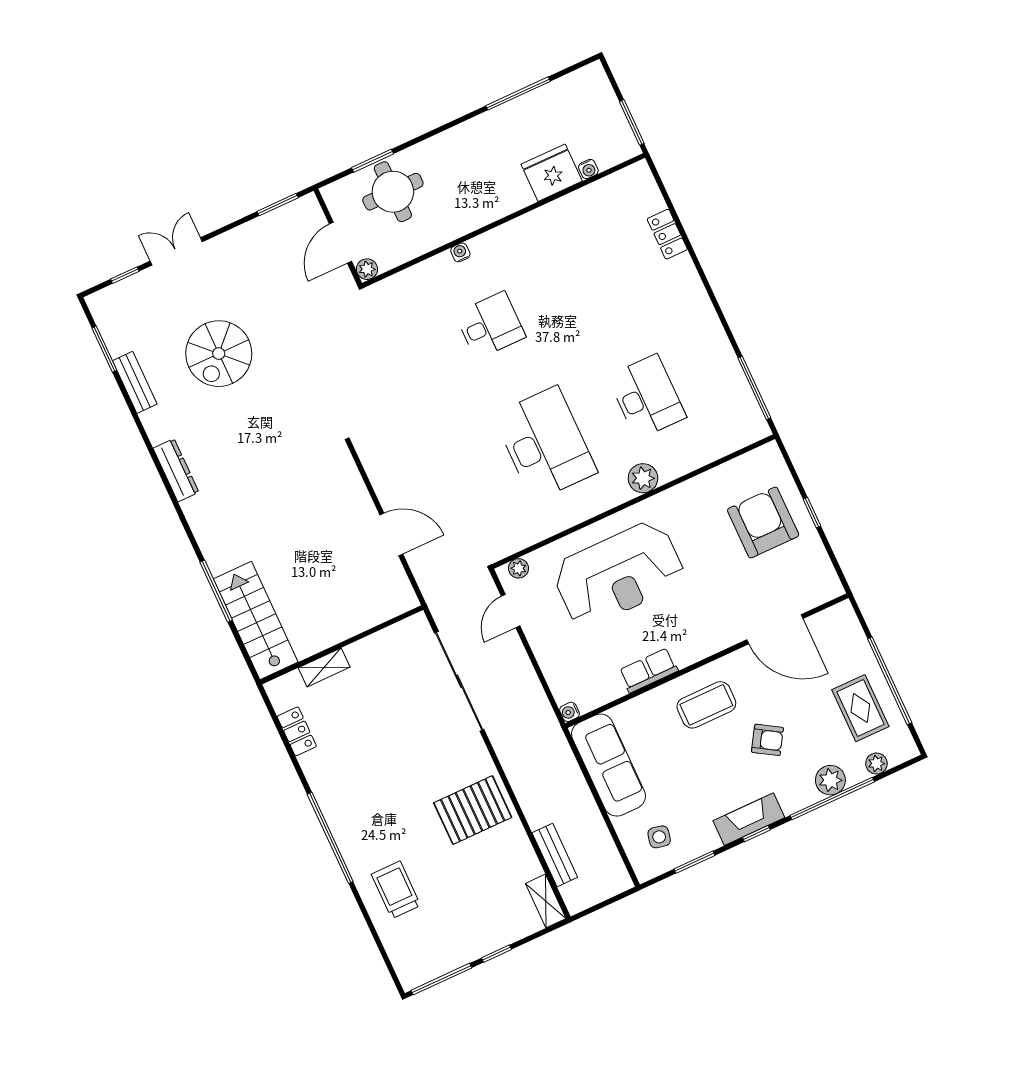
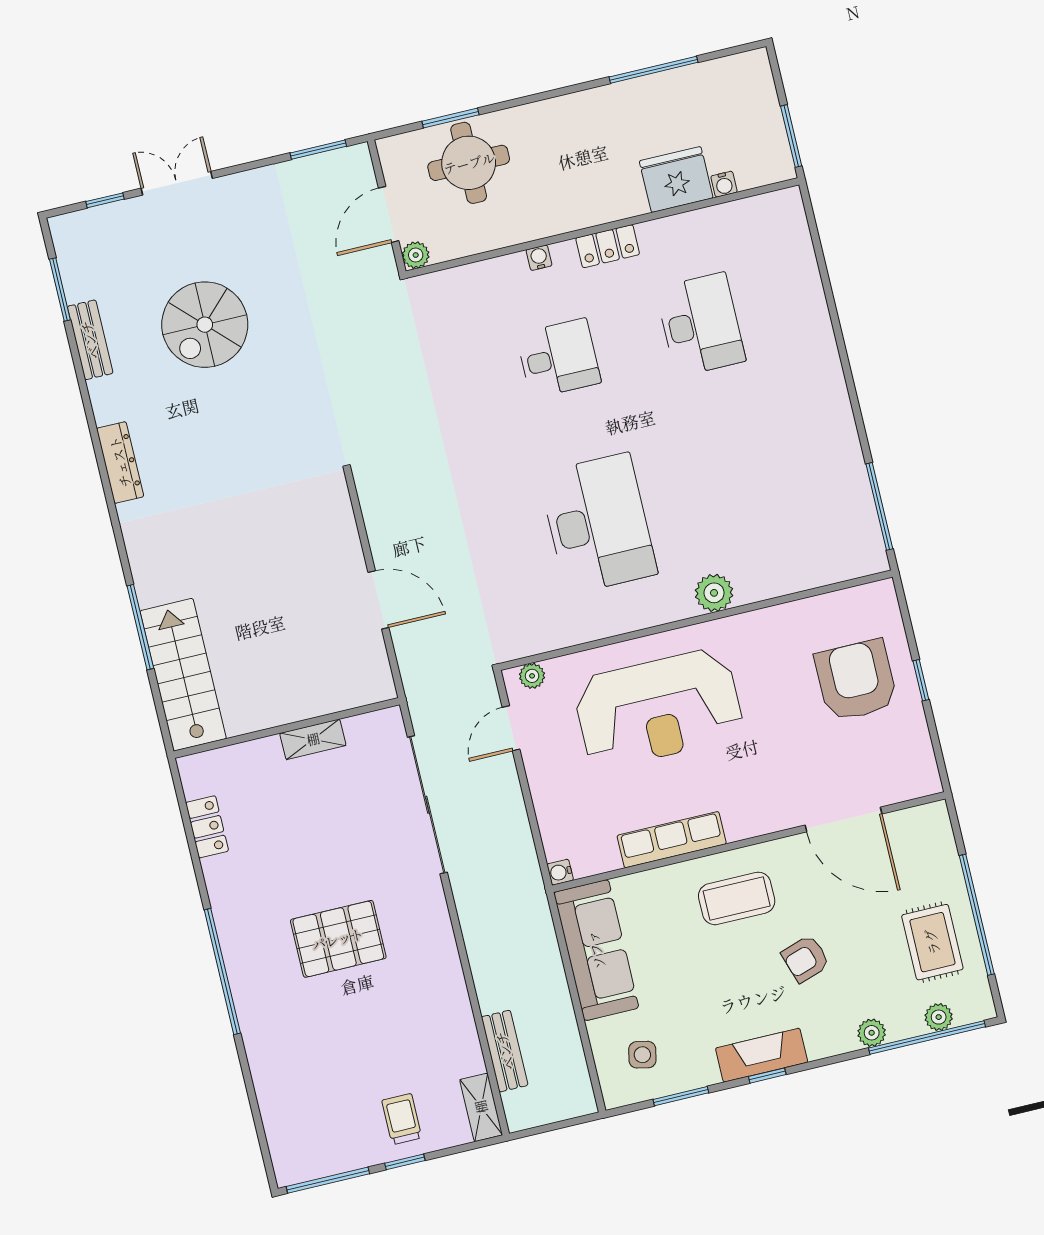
locker: (667, 234) -> (608, 246), moved, turned -90
desk: (647, 397) -> (700, 325), moved
shelving: (324, 667) -> (313, 739), moved
row of seats: (648, 670) -> (672, 840), width x1.48
armchair: (767, 740) -> (806, 959), turned 130
plant: (830, 780) -> (872, 1033), width x0.73, depth x0.73
window: (832, 799) -> (927, 1037), moved
pallet: (473, 810) -> (338, 939), moved
trolley: (396, 890) -> (402, 1119), moved, width x0.73, depth x0.72

